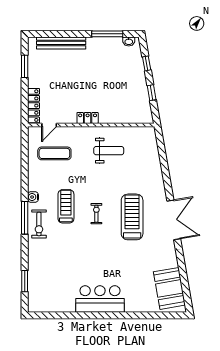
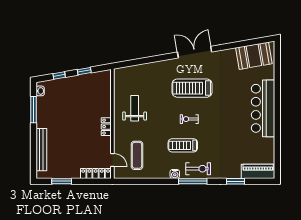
window: (25, 281) -> (236, 181), moved
piano: (36, 293) -> (258, 171), added
bar counter: (100, 299) -> (263, 108), width x1.36

